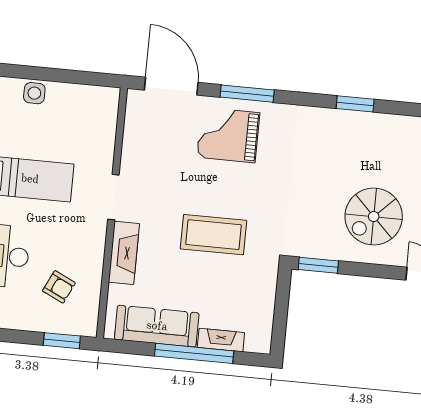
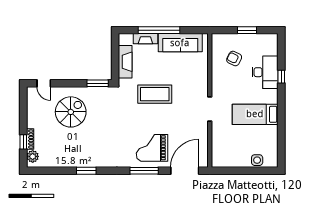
door: (171, 86) -> (185, 171), swing flipped
grand piano: (228, 135) -> (152, 148), turned 180
fireplace: (124, 253) -> (125, 62), moved, turned 180
window: (62, 341) -> (247, 30), moved

